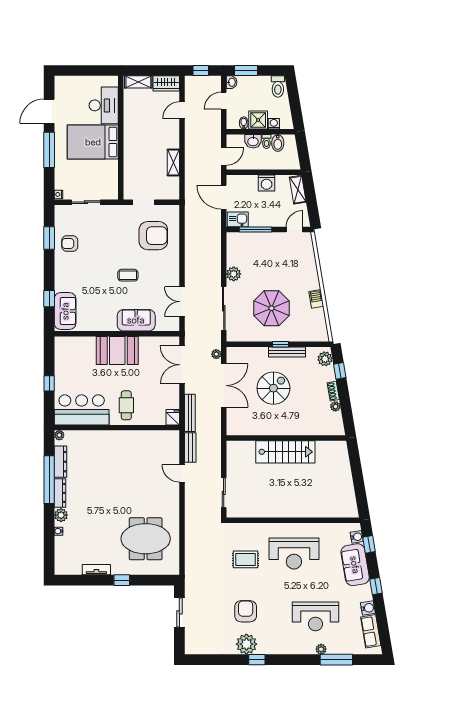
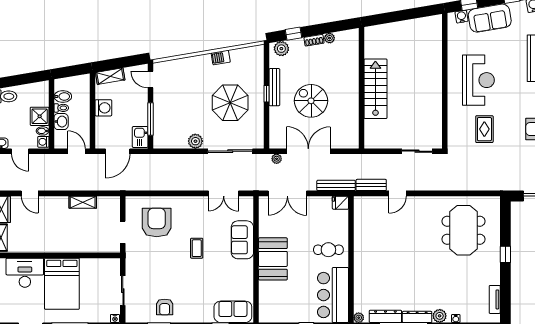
washing machine: (274, 124) -> (43, 142), moved
tv unit: (96, 570) -> (495, 299), moved

